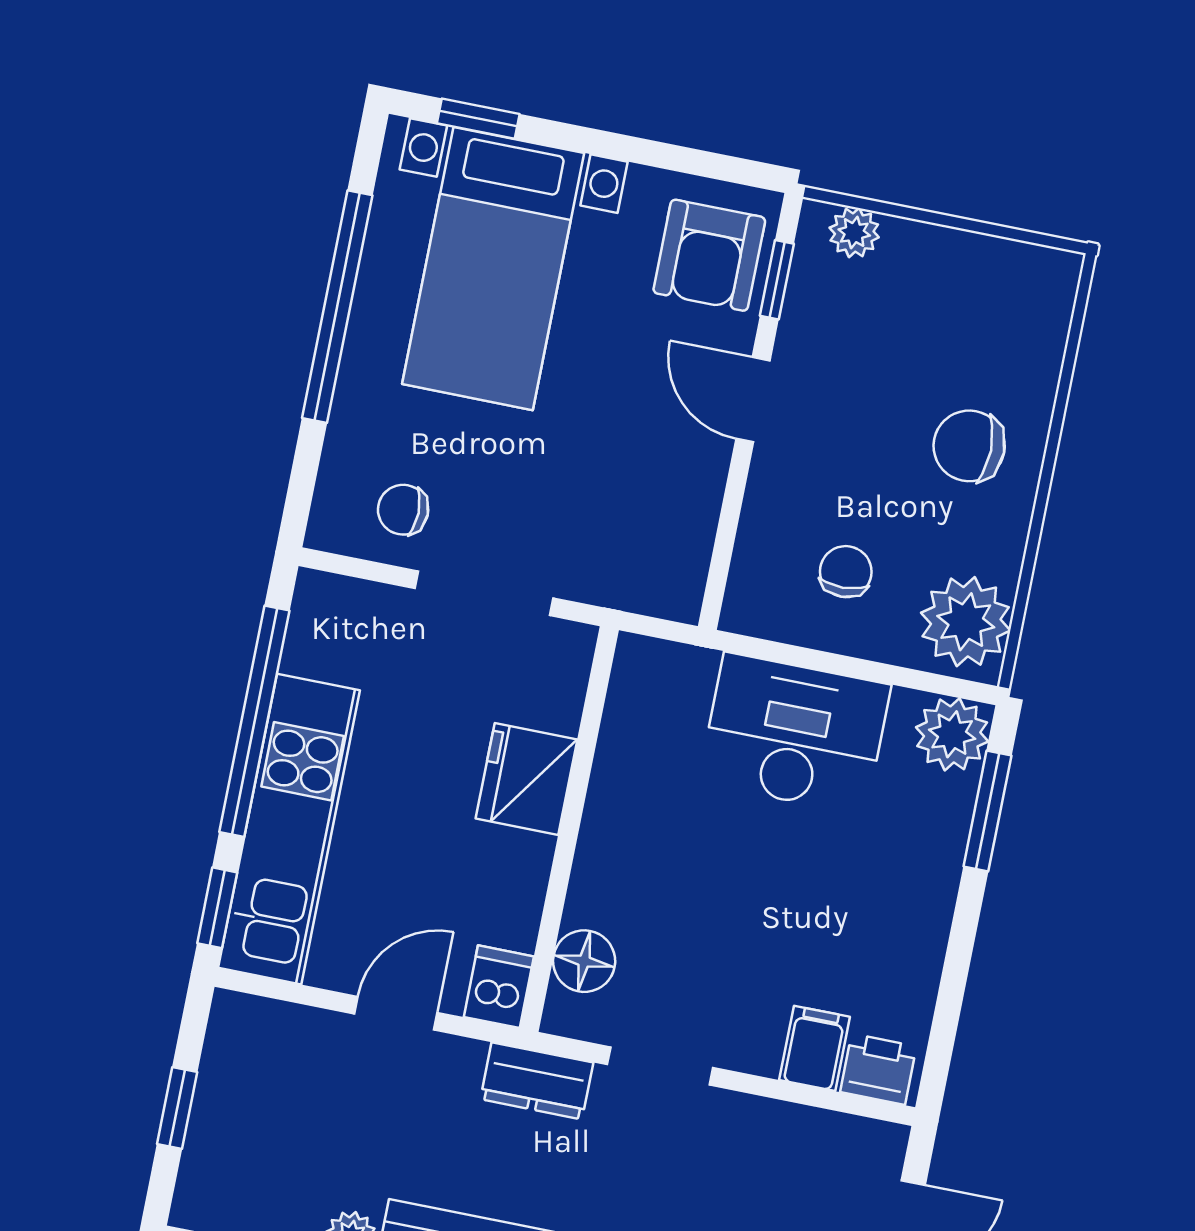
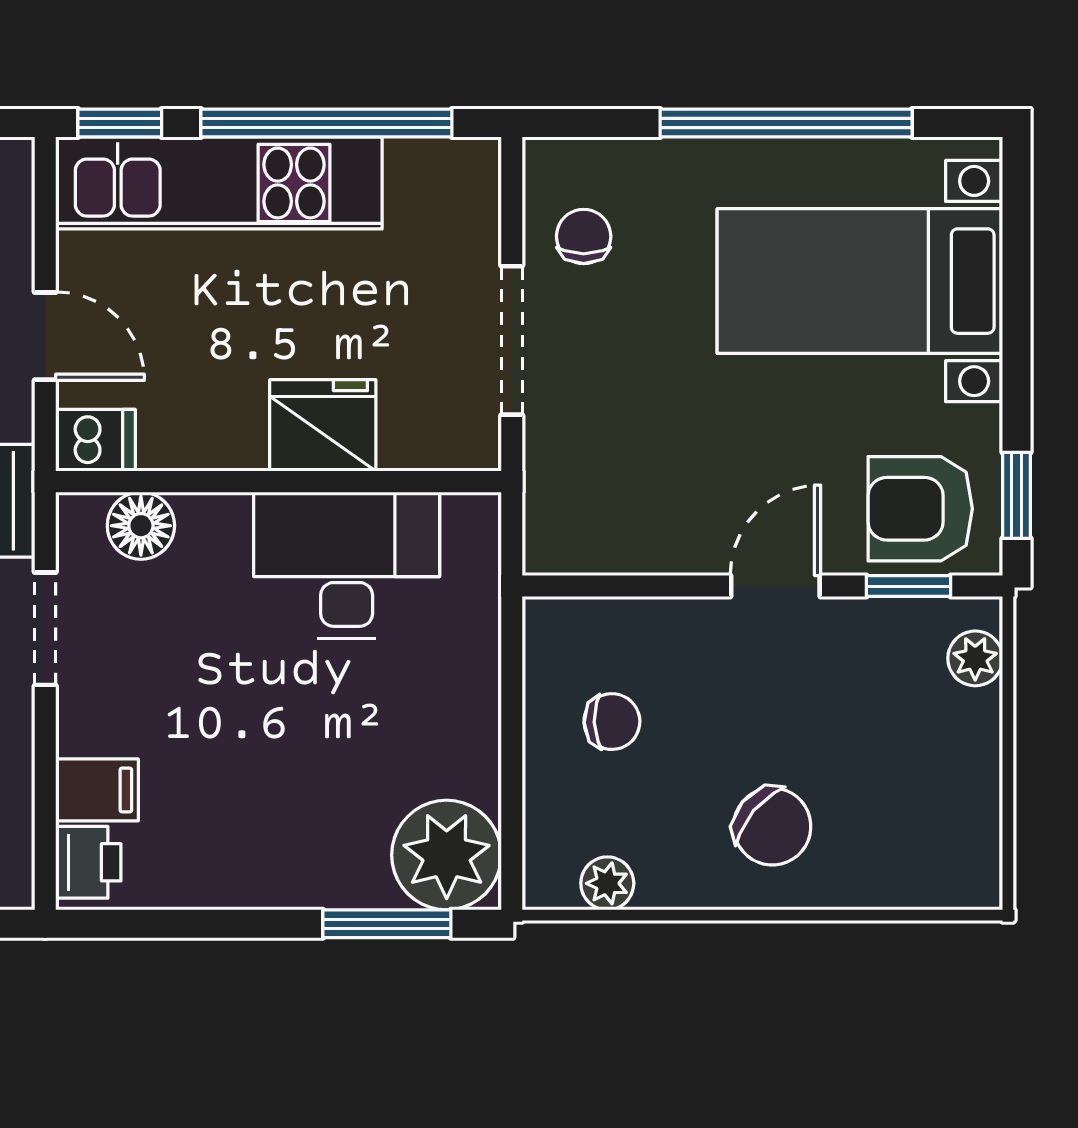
window: (478, 119) -> (1017, 495), moved
chair: (969, 446) -> (772, 826), turned 130
plant: (966, 622) -> (607, 883), width x0.53, depth x0.53
desk: (795, 734) -> (347, 565), moved, turned -90
plant: (952, 734) -> (447, 855), width x1.36, depth x1.36

